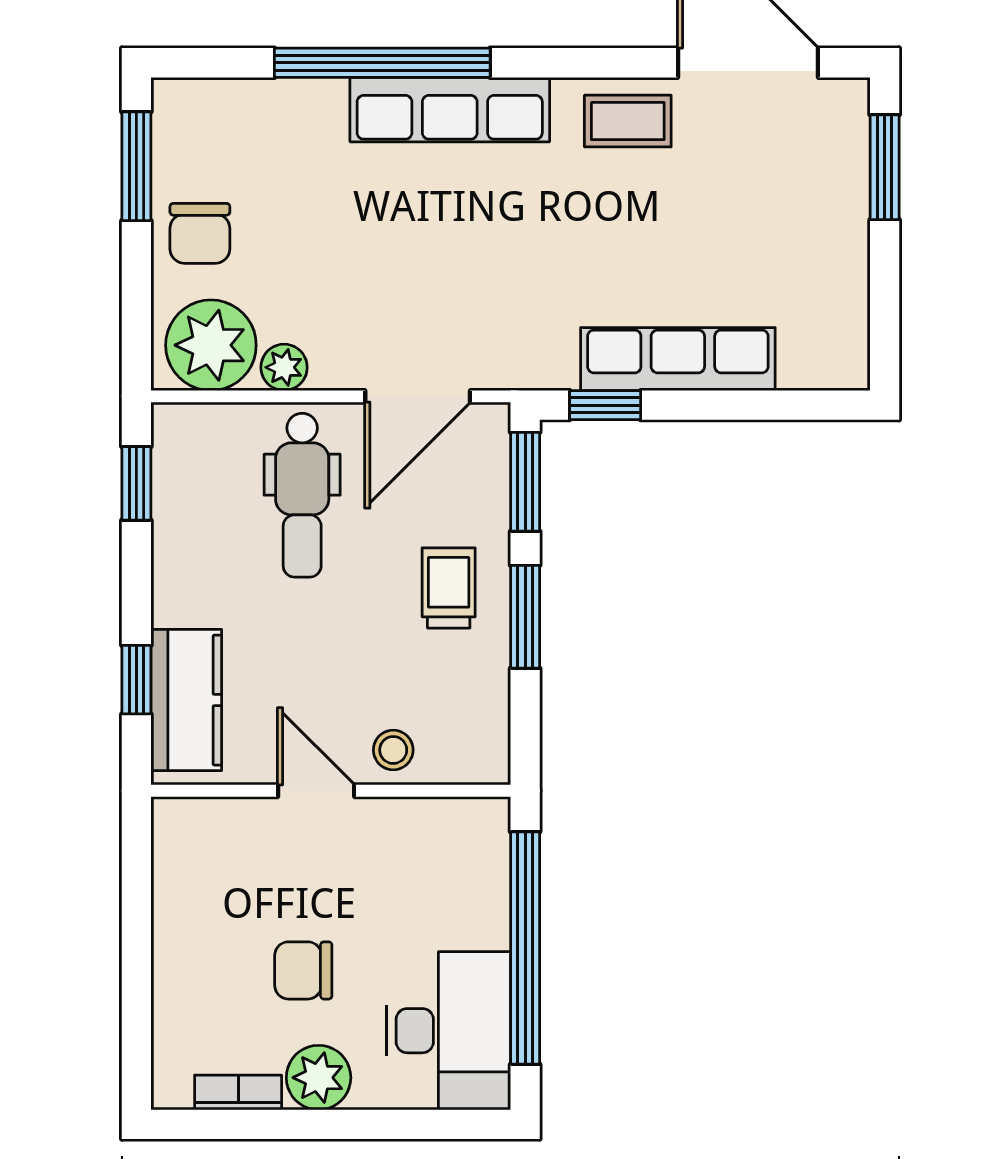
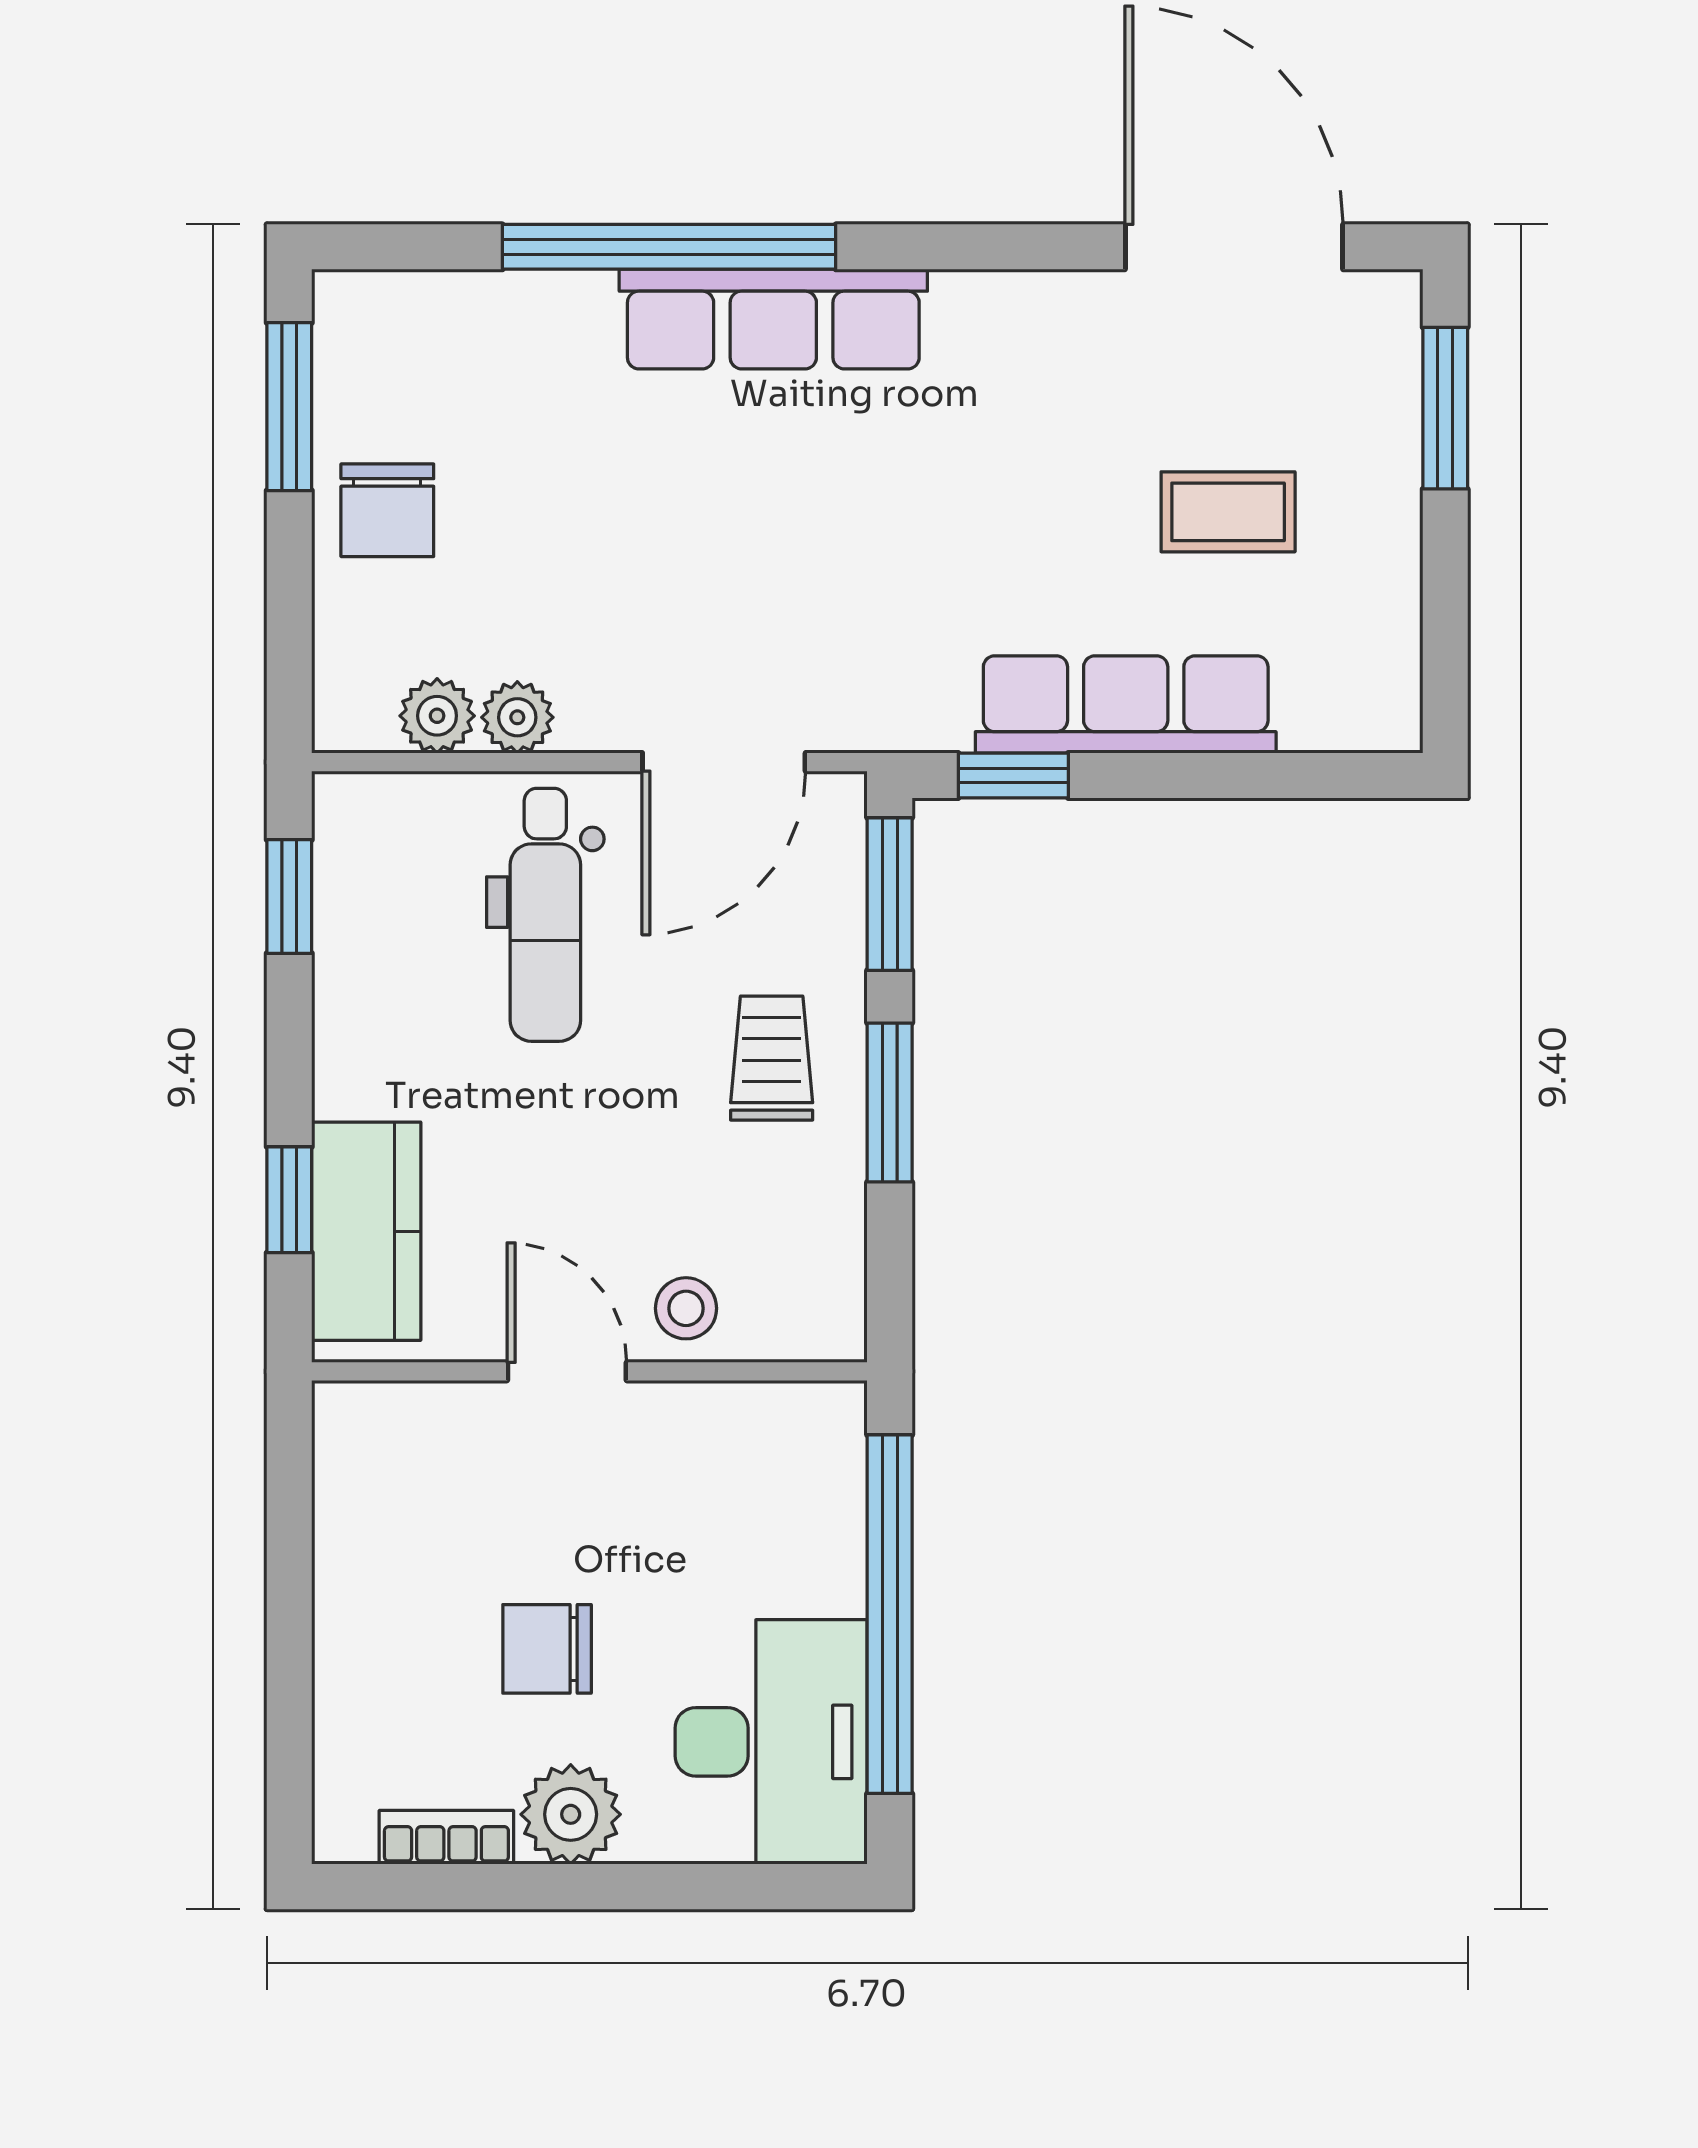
coffee table: (628, 121) -> (1228, 512), moved
plant: (211, 345) -> (437, 716), width x0.53, depth x0.53

